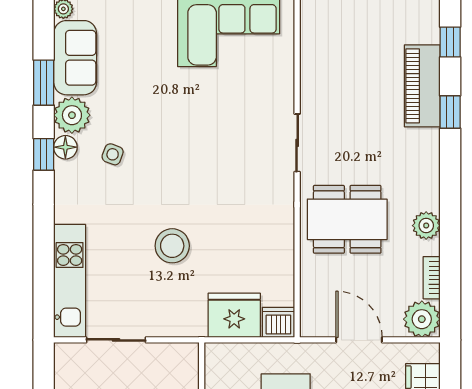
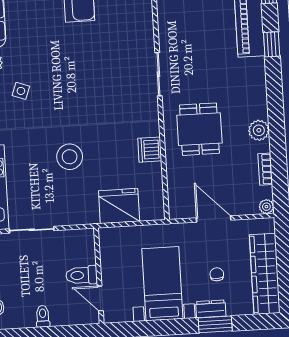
dining table: (347, 219) -> (199, 129), width x0.73
plant: (422, 319) -> (266, 207), width x0.53, depth x0.53
dishwasher: (278, 322) -> (150, 150), moved, turned -90

